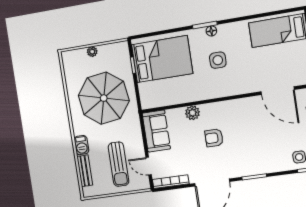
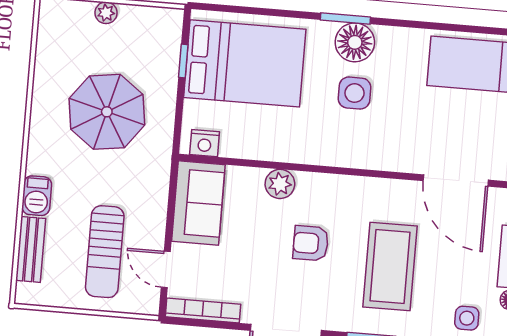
floor lamp: (211, 31) -> (355, 42), width x1.89, depth x1.89
parasol: (104, 98) -> (107, 112), width x0.73, depth x0.73
nightstand: (152, 102) -> (205, 143), added
coffee table: (255, 140) -> (390, 267), added

